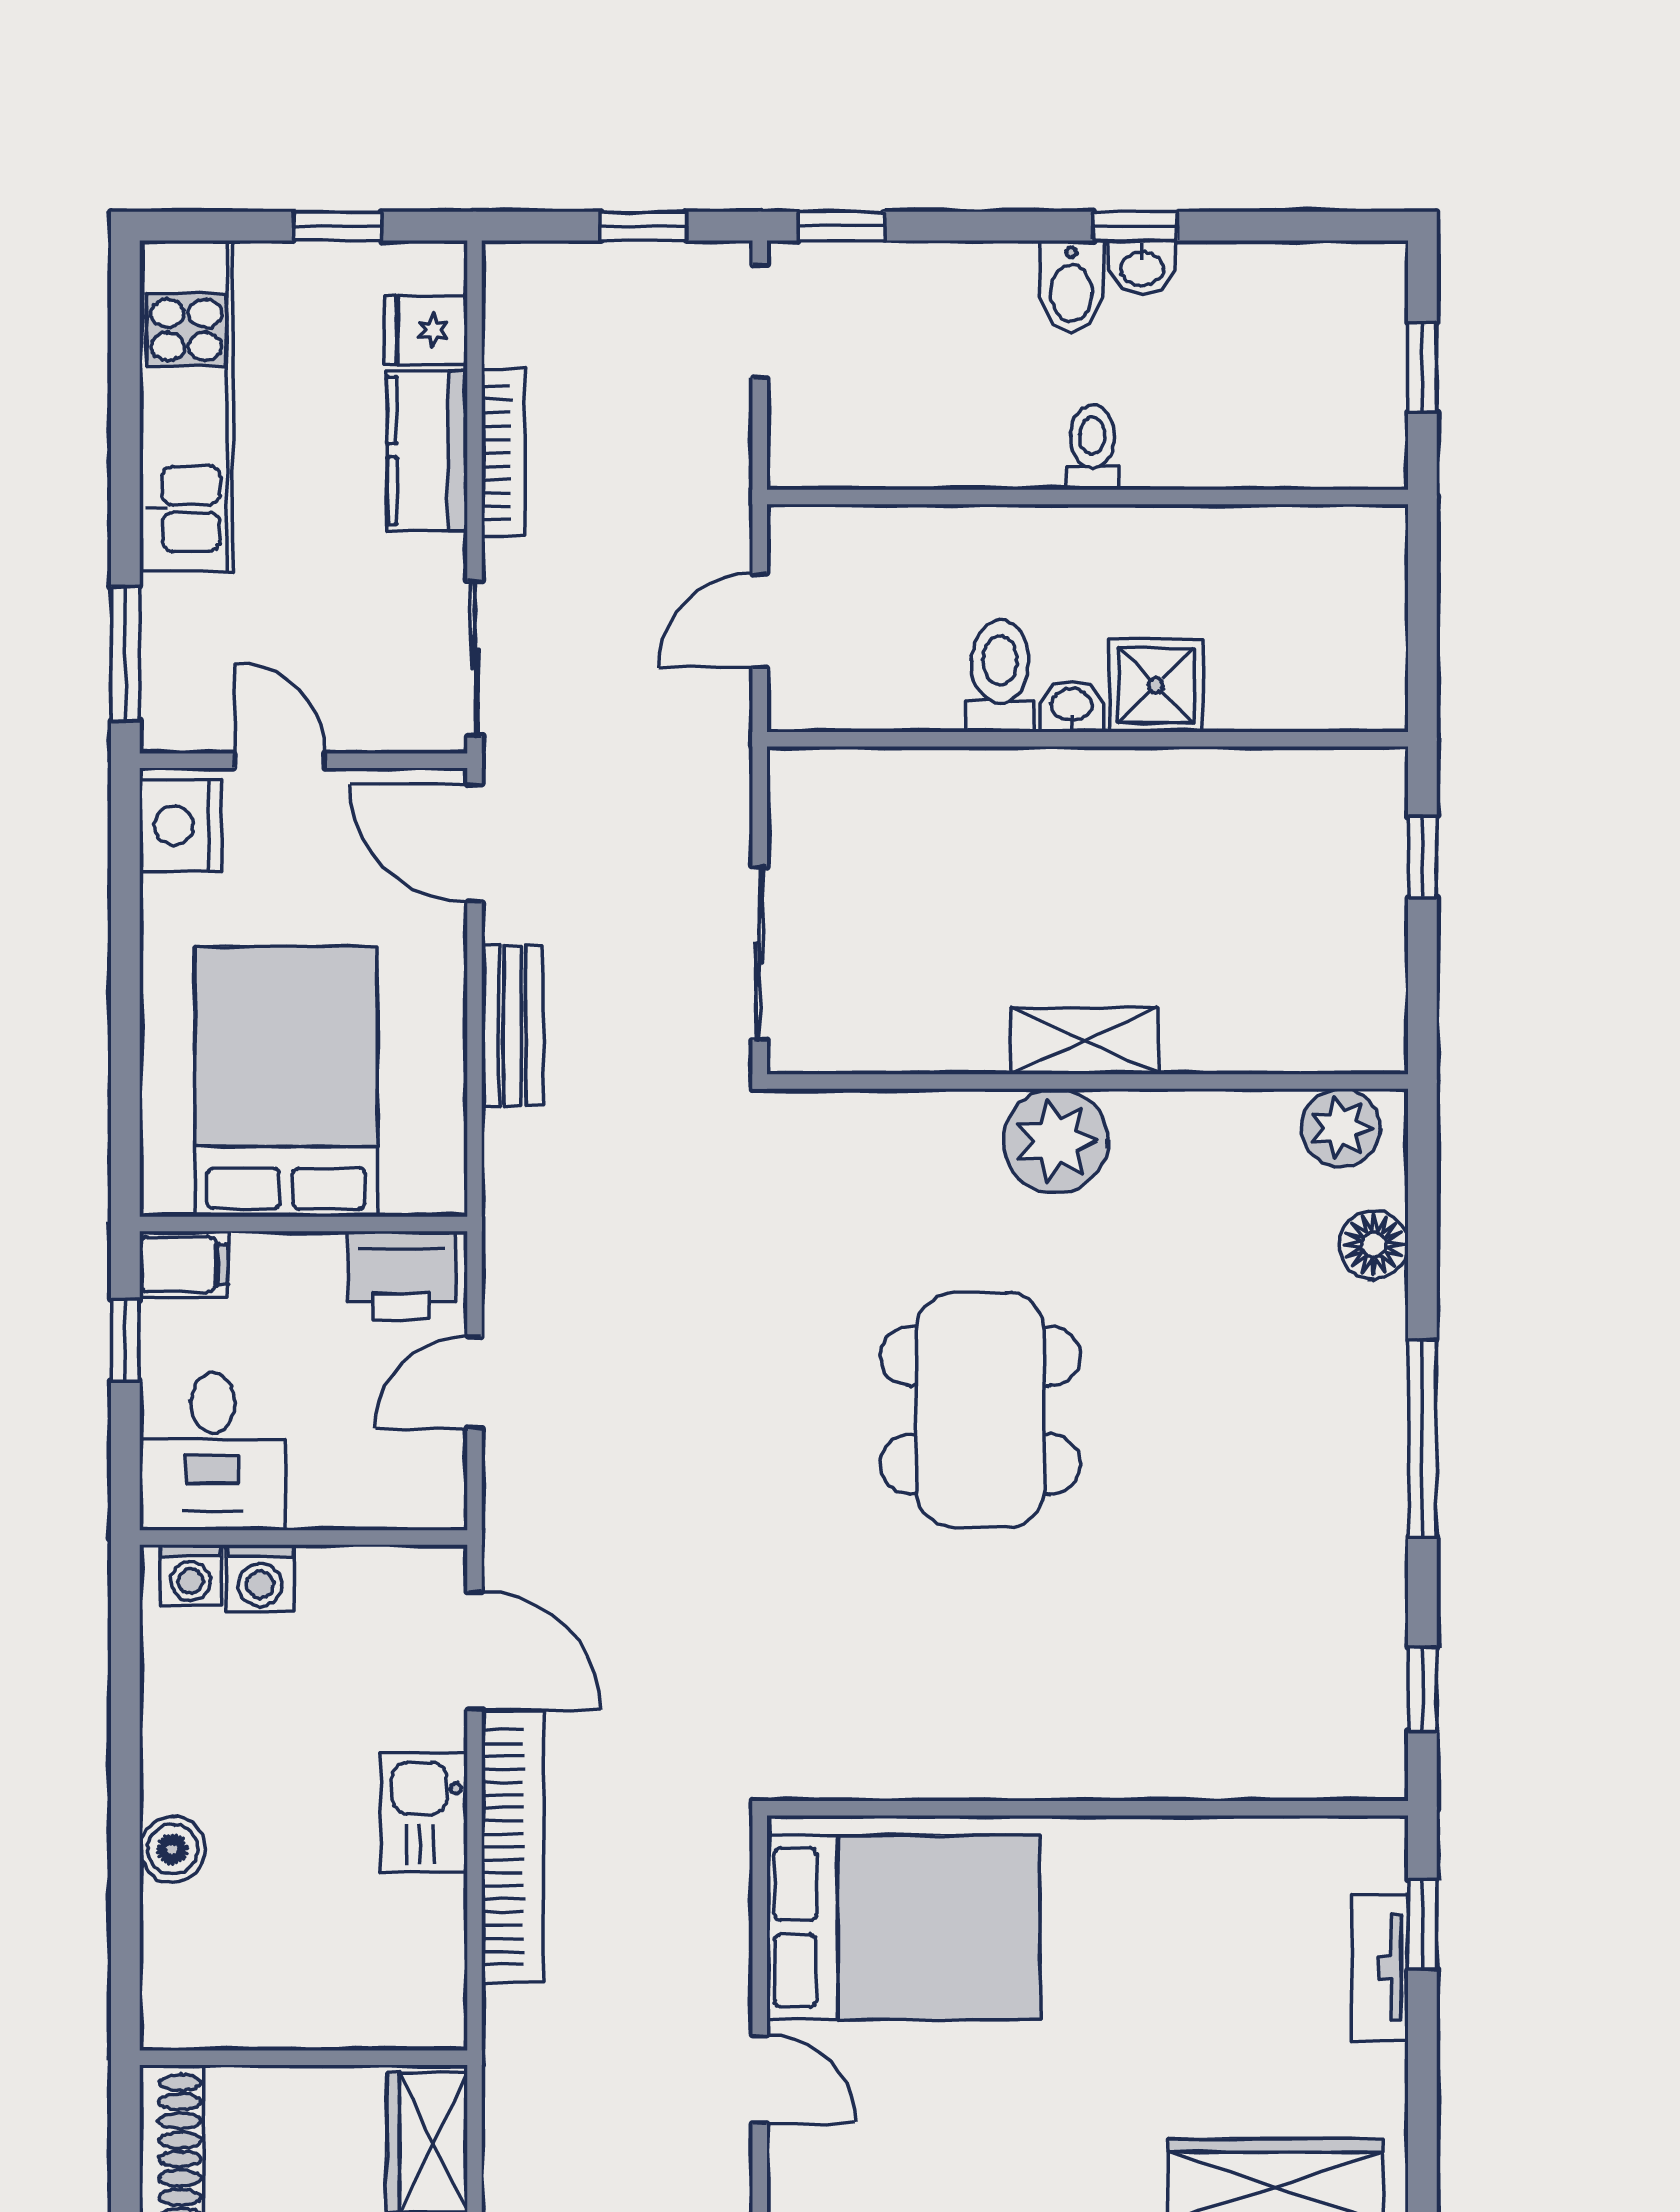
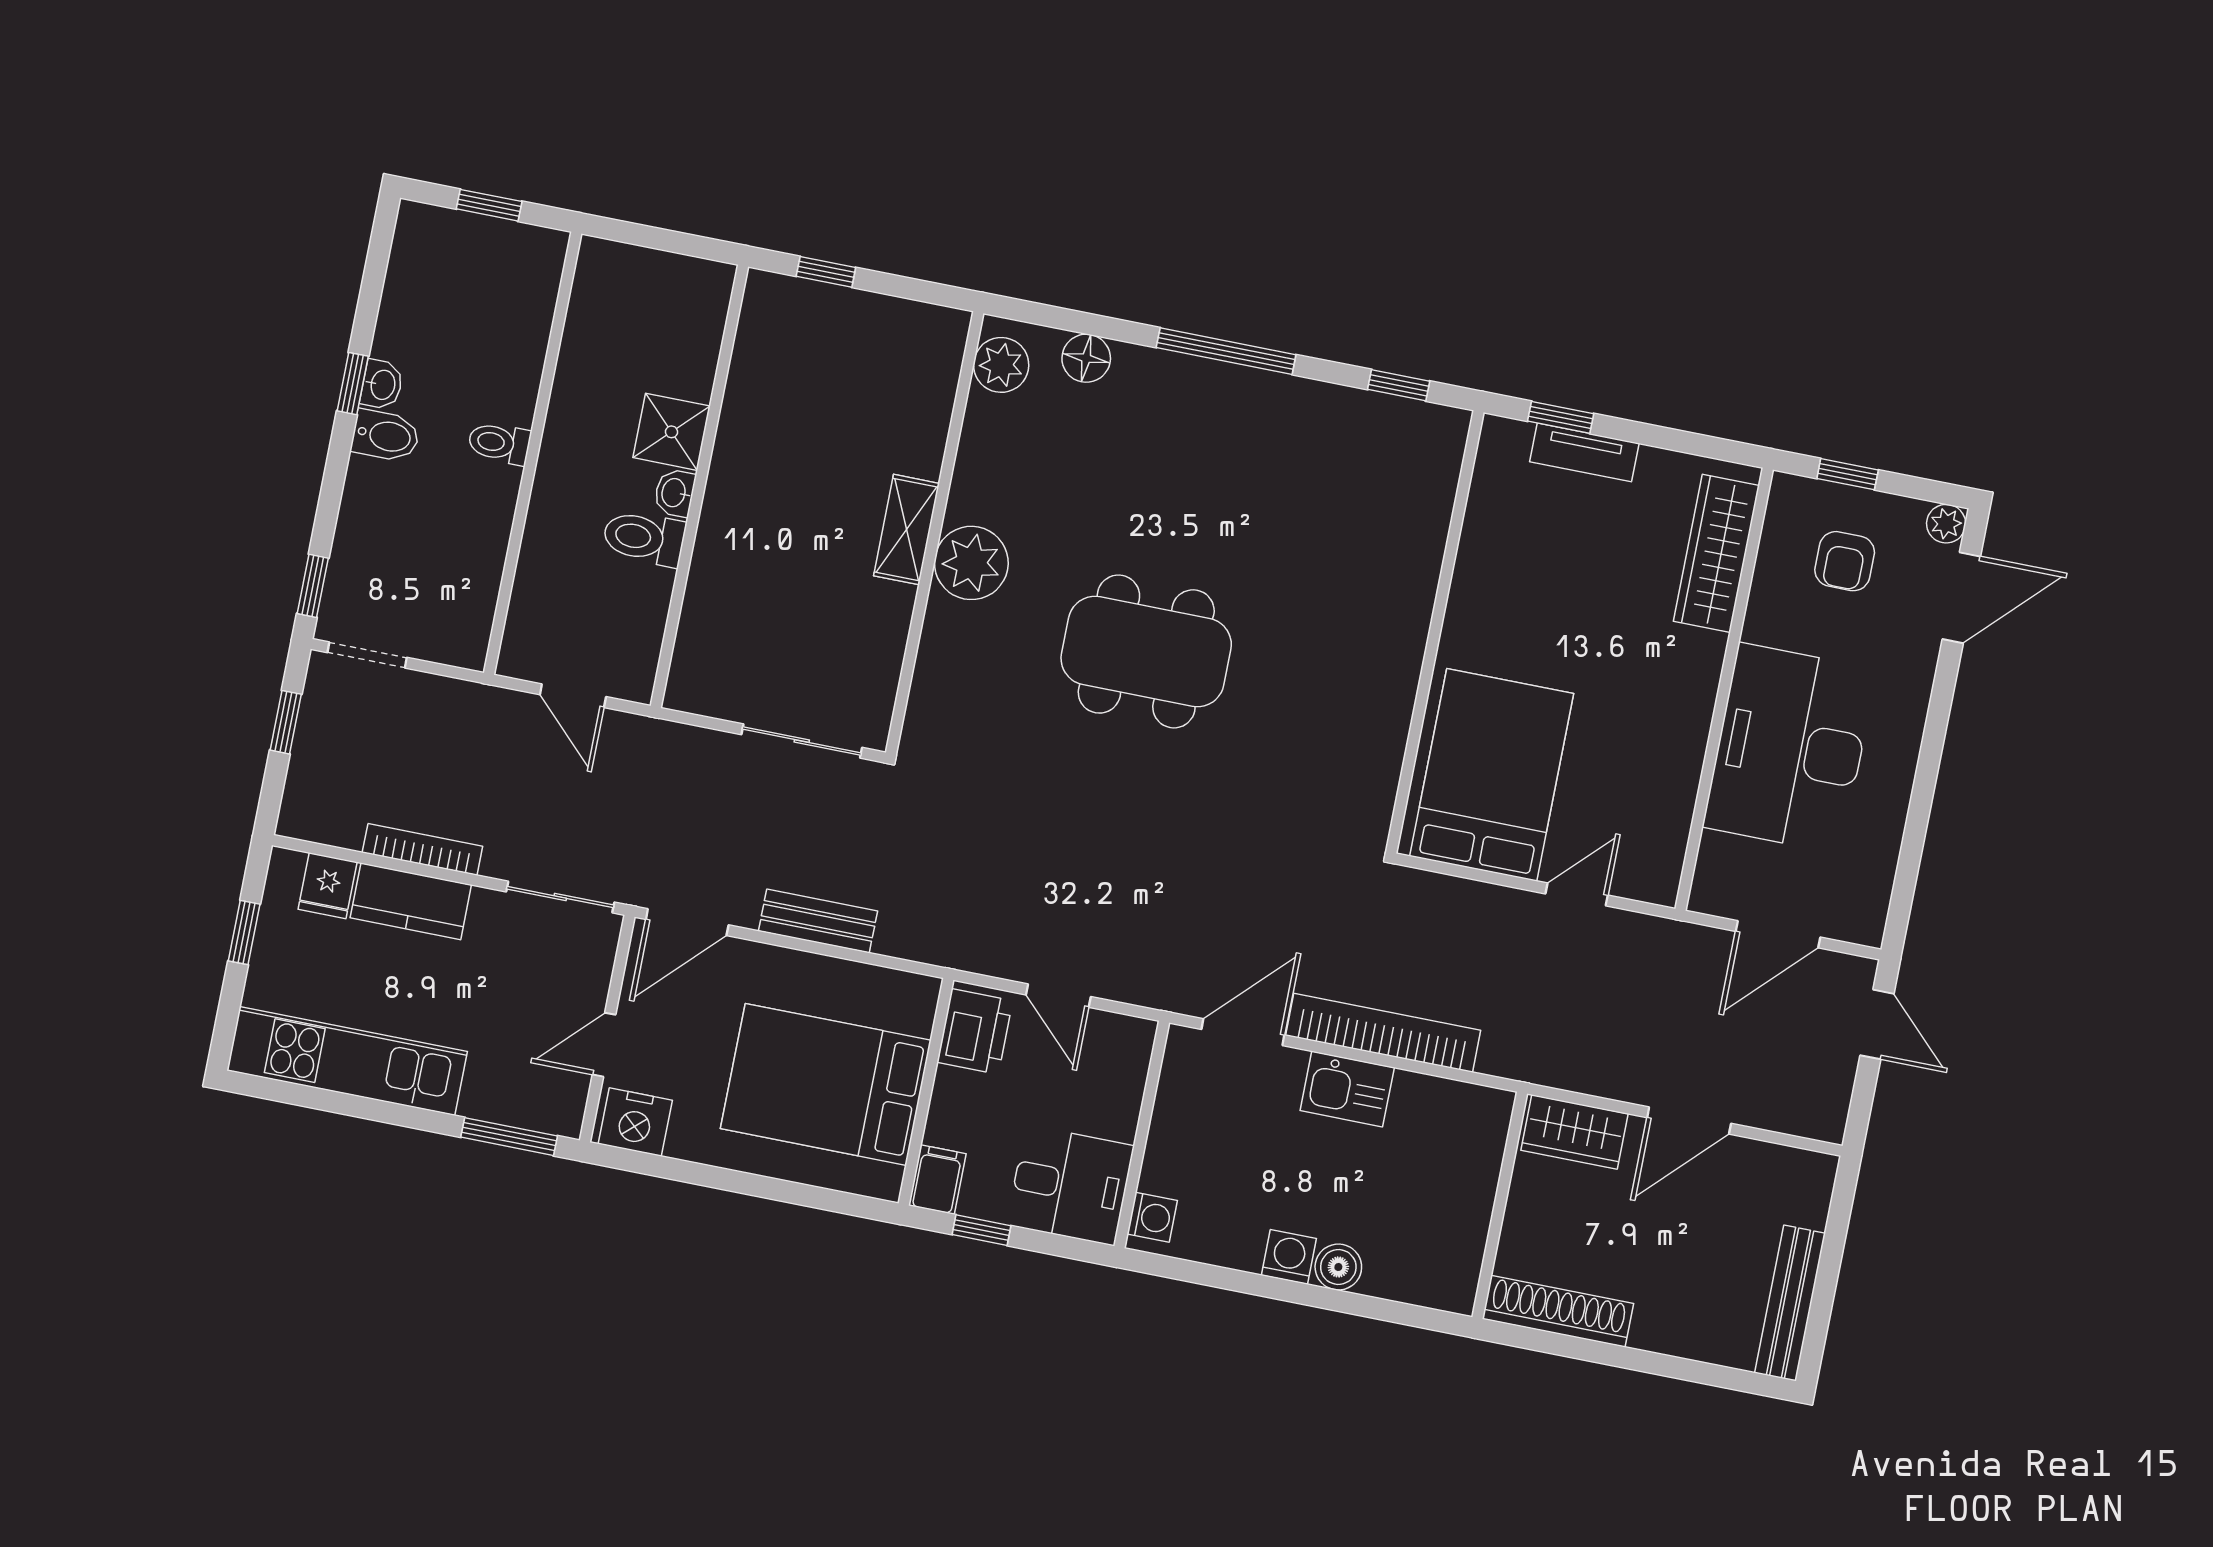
washing machine: (260, 1578) -> (1289, 1257), moved, turned -90

